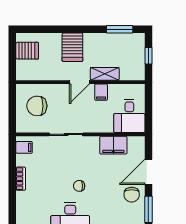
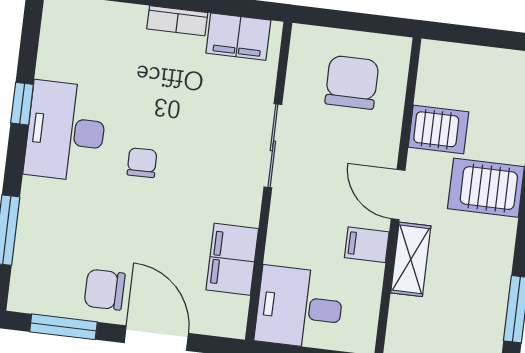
server rack: (27, 51) -> (438, 130), moved, turned -90
filing cabinet: (24, 147) -> (238, 37), width x2.00

